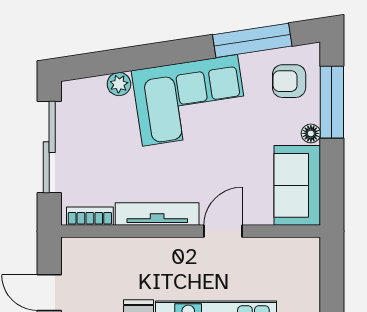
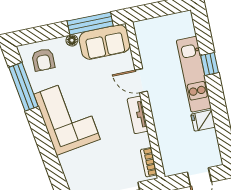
plant: (119, 84) -> (66, 161), removed
window: (332, 102) -> (90, 23), moved
tv unit: (157, 214) -> (138, 115), width x0.71

